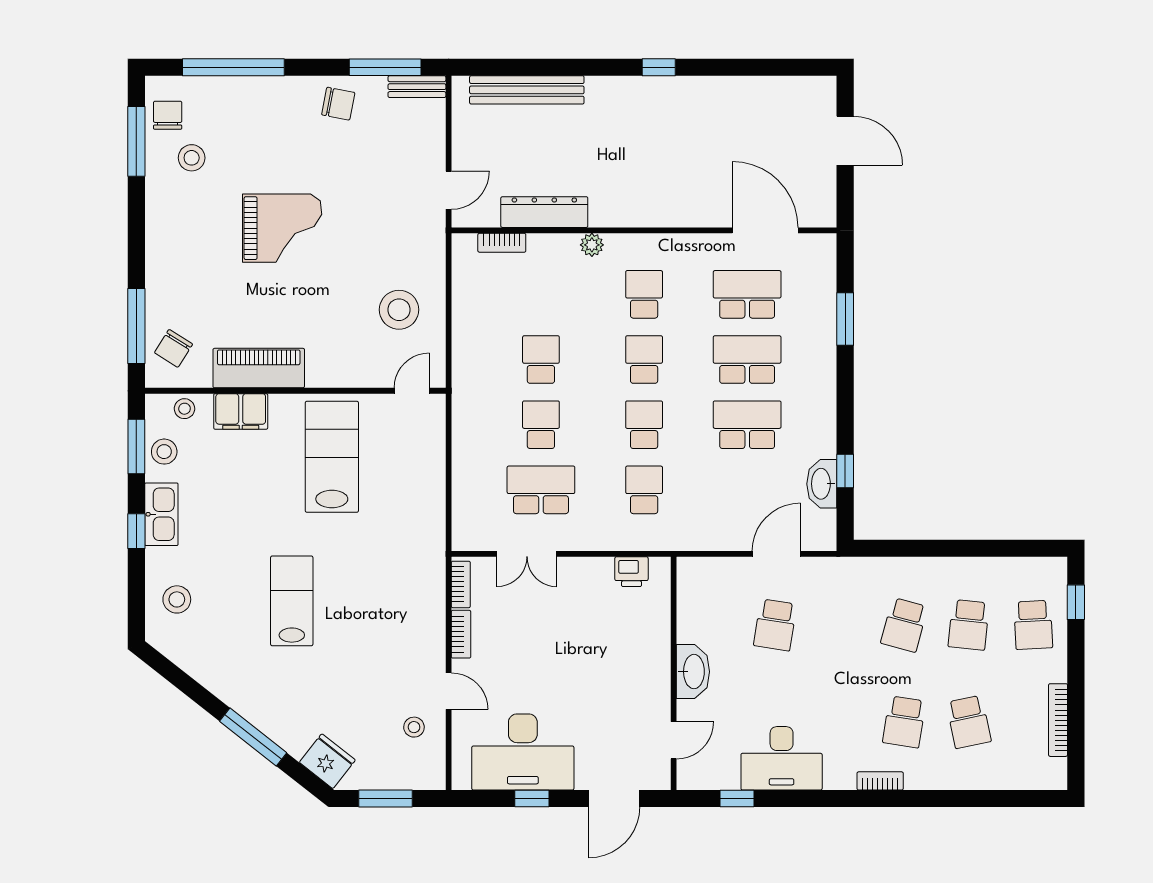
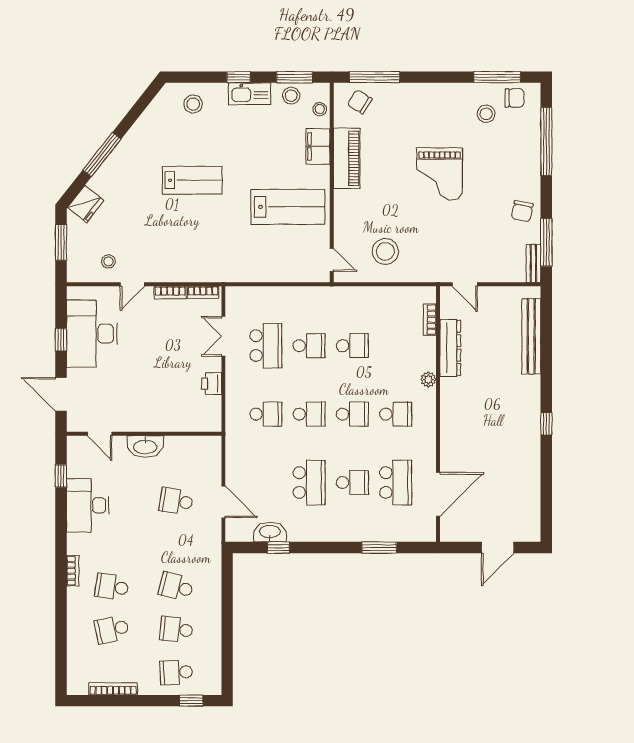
school desk: (747, 360) -> (352, 483), width x0.54
printer: (631, 572) -> (212, 383), moved

